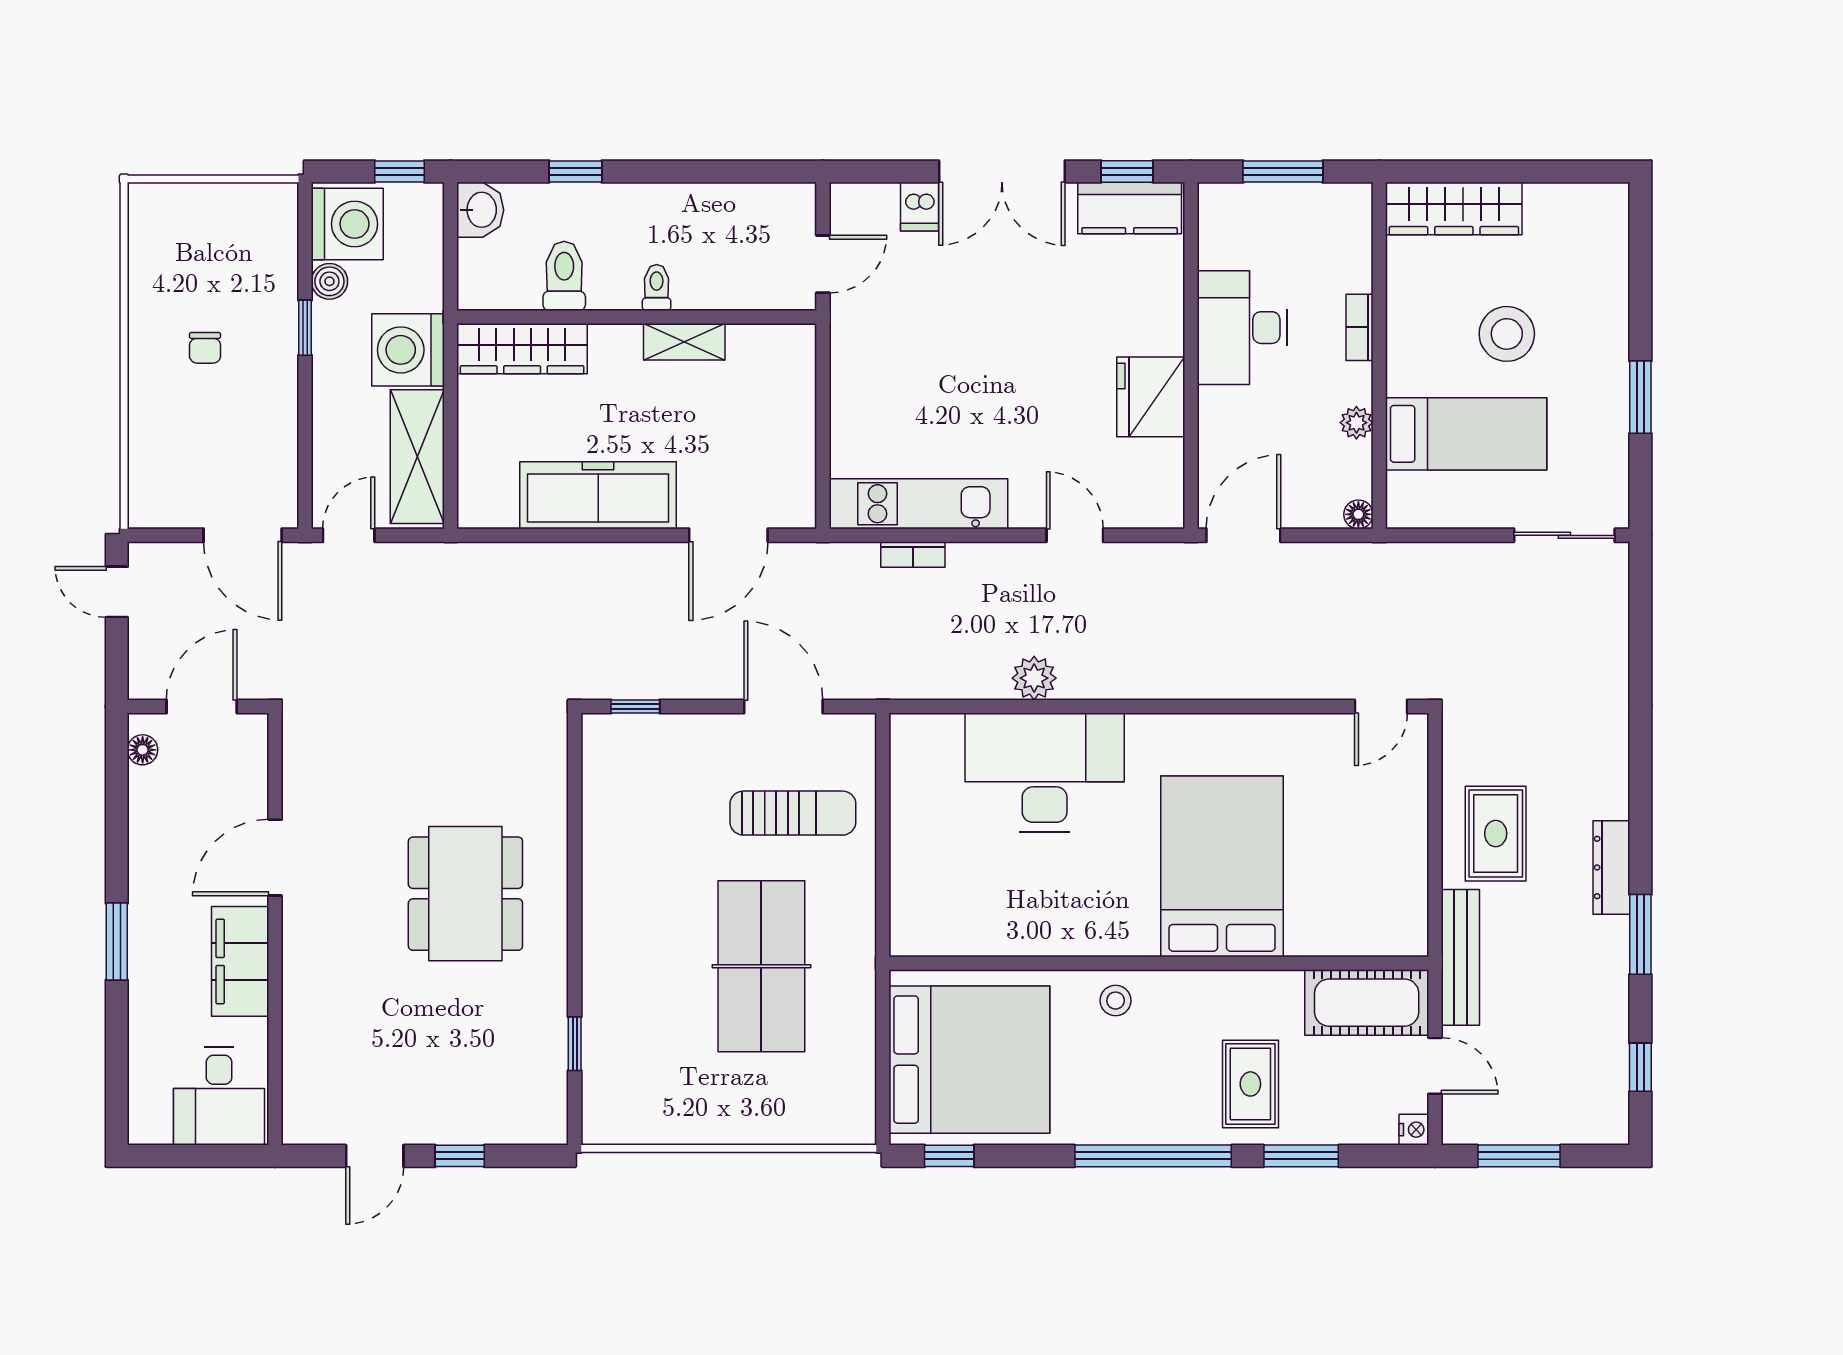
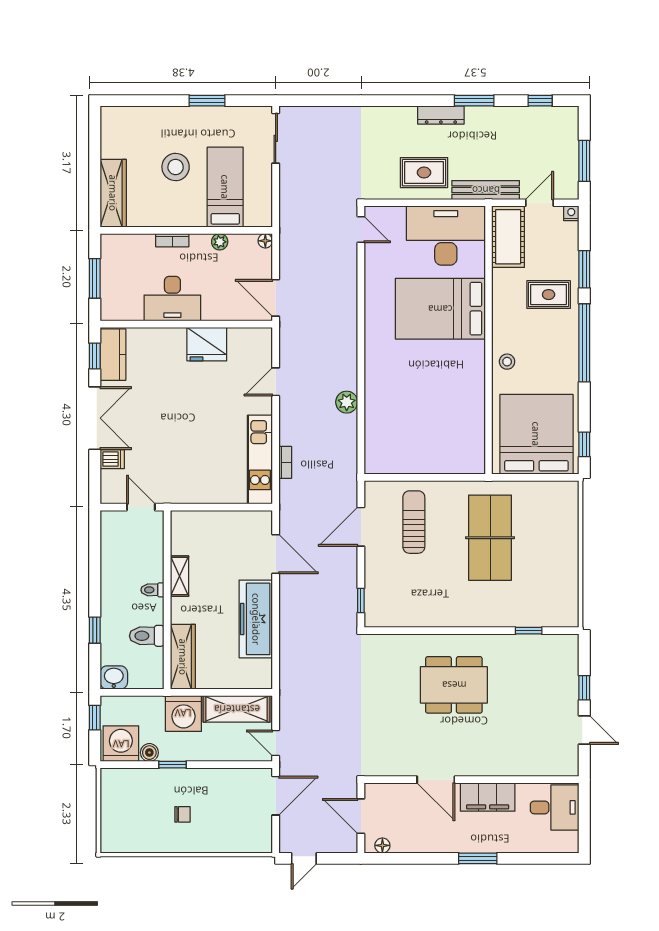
desk: (1045, 772) -> (446, 236), moved, turned 90
table tennis table: (761, 966) -> (490, 538), turned 90

